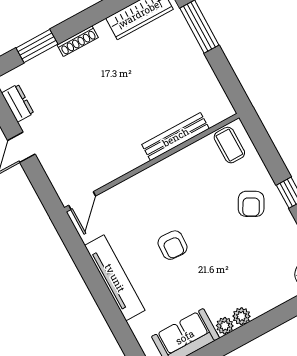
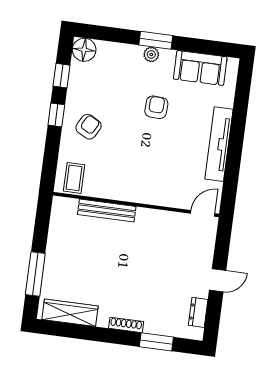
armchair: (172, 245) -> (156, 107), moved
plant: (225, 326) -> (167, 56), removed
window: (247, 333) -> (156, 40), added

